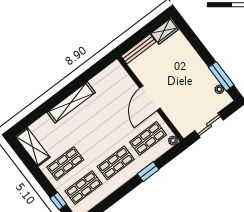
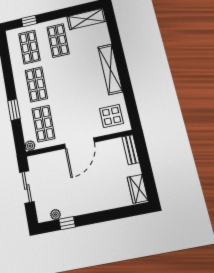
bench: (138, 49) -> (131, 150), width x0.73
window: (221, 76) -> (67, 223), width x0.46
display table: (113, 82) -> (111, 116), added
door: (150, 98) -> (79, 143), swing flipped

